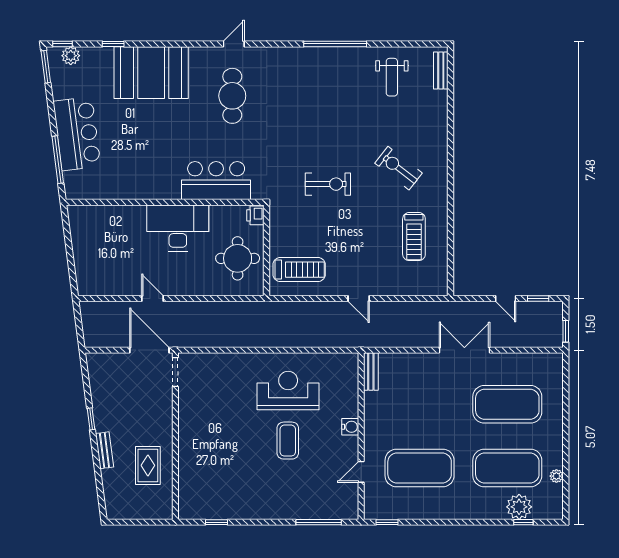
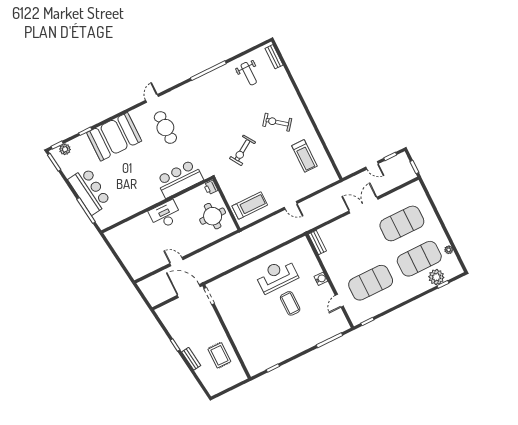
exercise bike: (328, 184) -> (242, 150), turned 147
desk: (178, 228) -> (165, 215), width x0.73, depth x0.77

